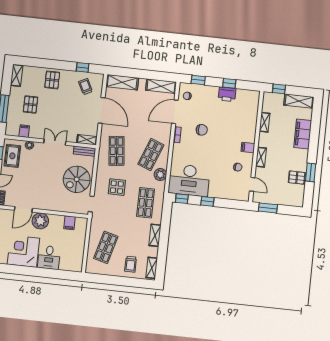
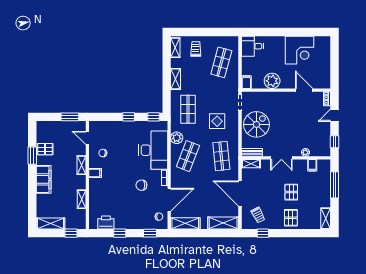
printer: (227, 94) -> (106, 223), moved
pallet: (30, 104) -> (291, 192), moved
filing cabinet: (303, 134) -> (44, 179), moved
rug: (12, 156) -> (321, 140), removed
desk: (189, 180) -> (153, 150), moved, turned 90
door: (23, 209) -> (304, 90), hinge flipped
plant: (40, 221) -> (272, 81), moved
filing cabinet: (69, 223) -> (246, 82), moved
desk: (49, 257) -> (252, 46), moved, turned -90

